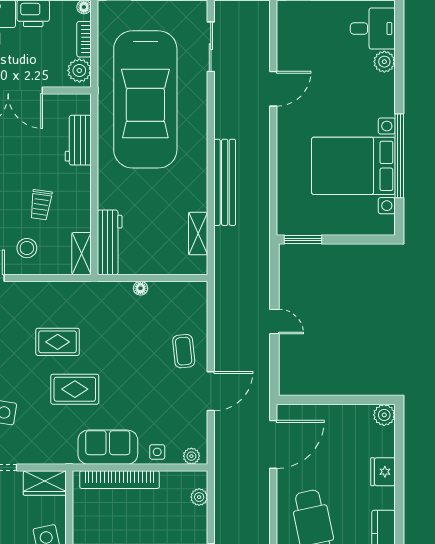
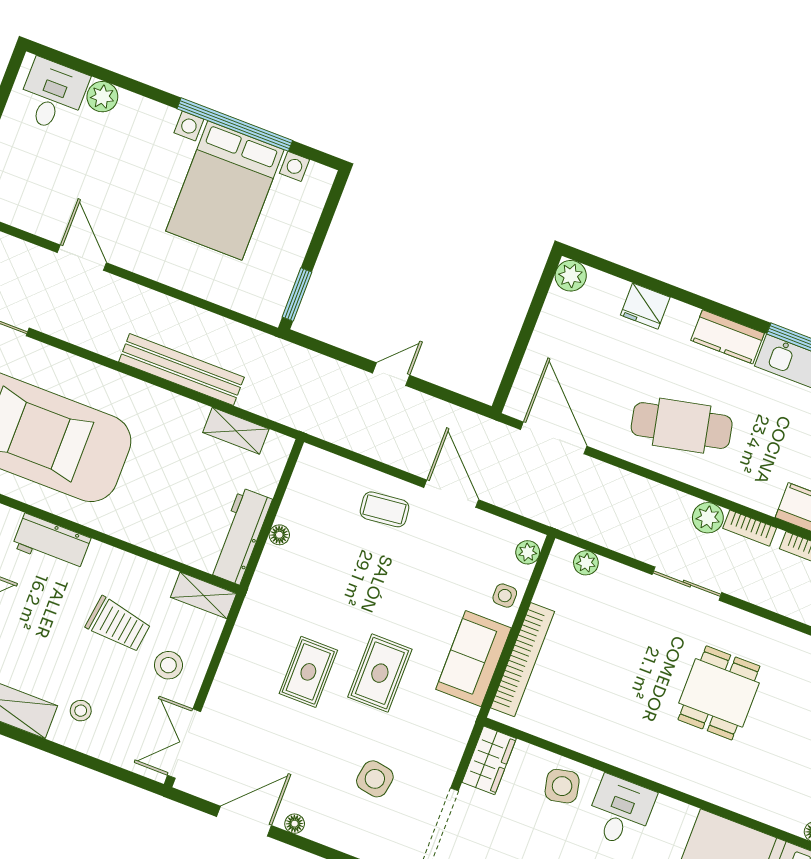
trolley: (41, 205) -> (118, 625), width x1.36, depth x1.39
workbench: (110, 242) -> (240, 536), moved, turned -90

